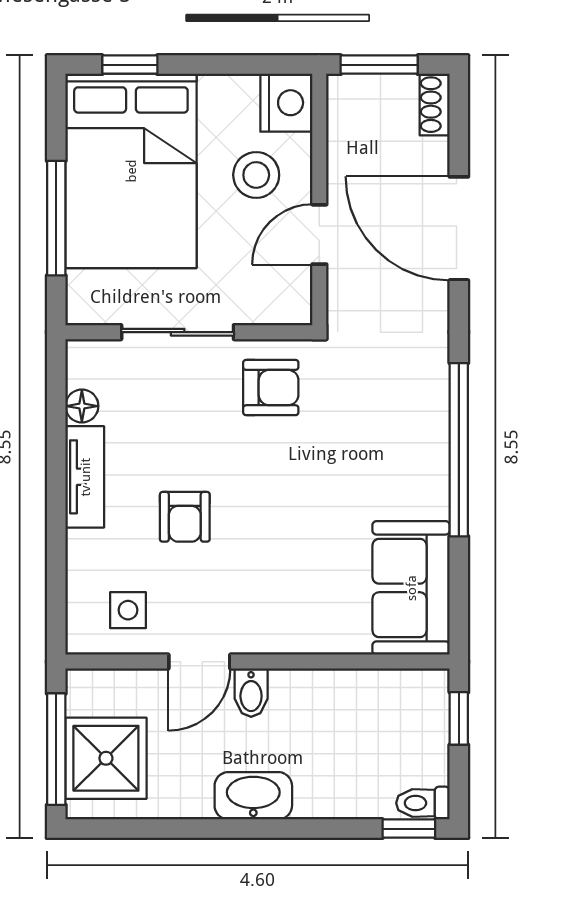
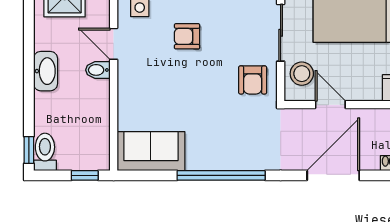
stool: (256, 175) -> (302, 74), moved
toilet: (423, 803) -> (45, 152), width x1.37, depth x1.39

